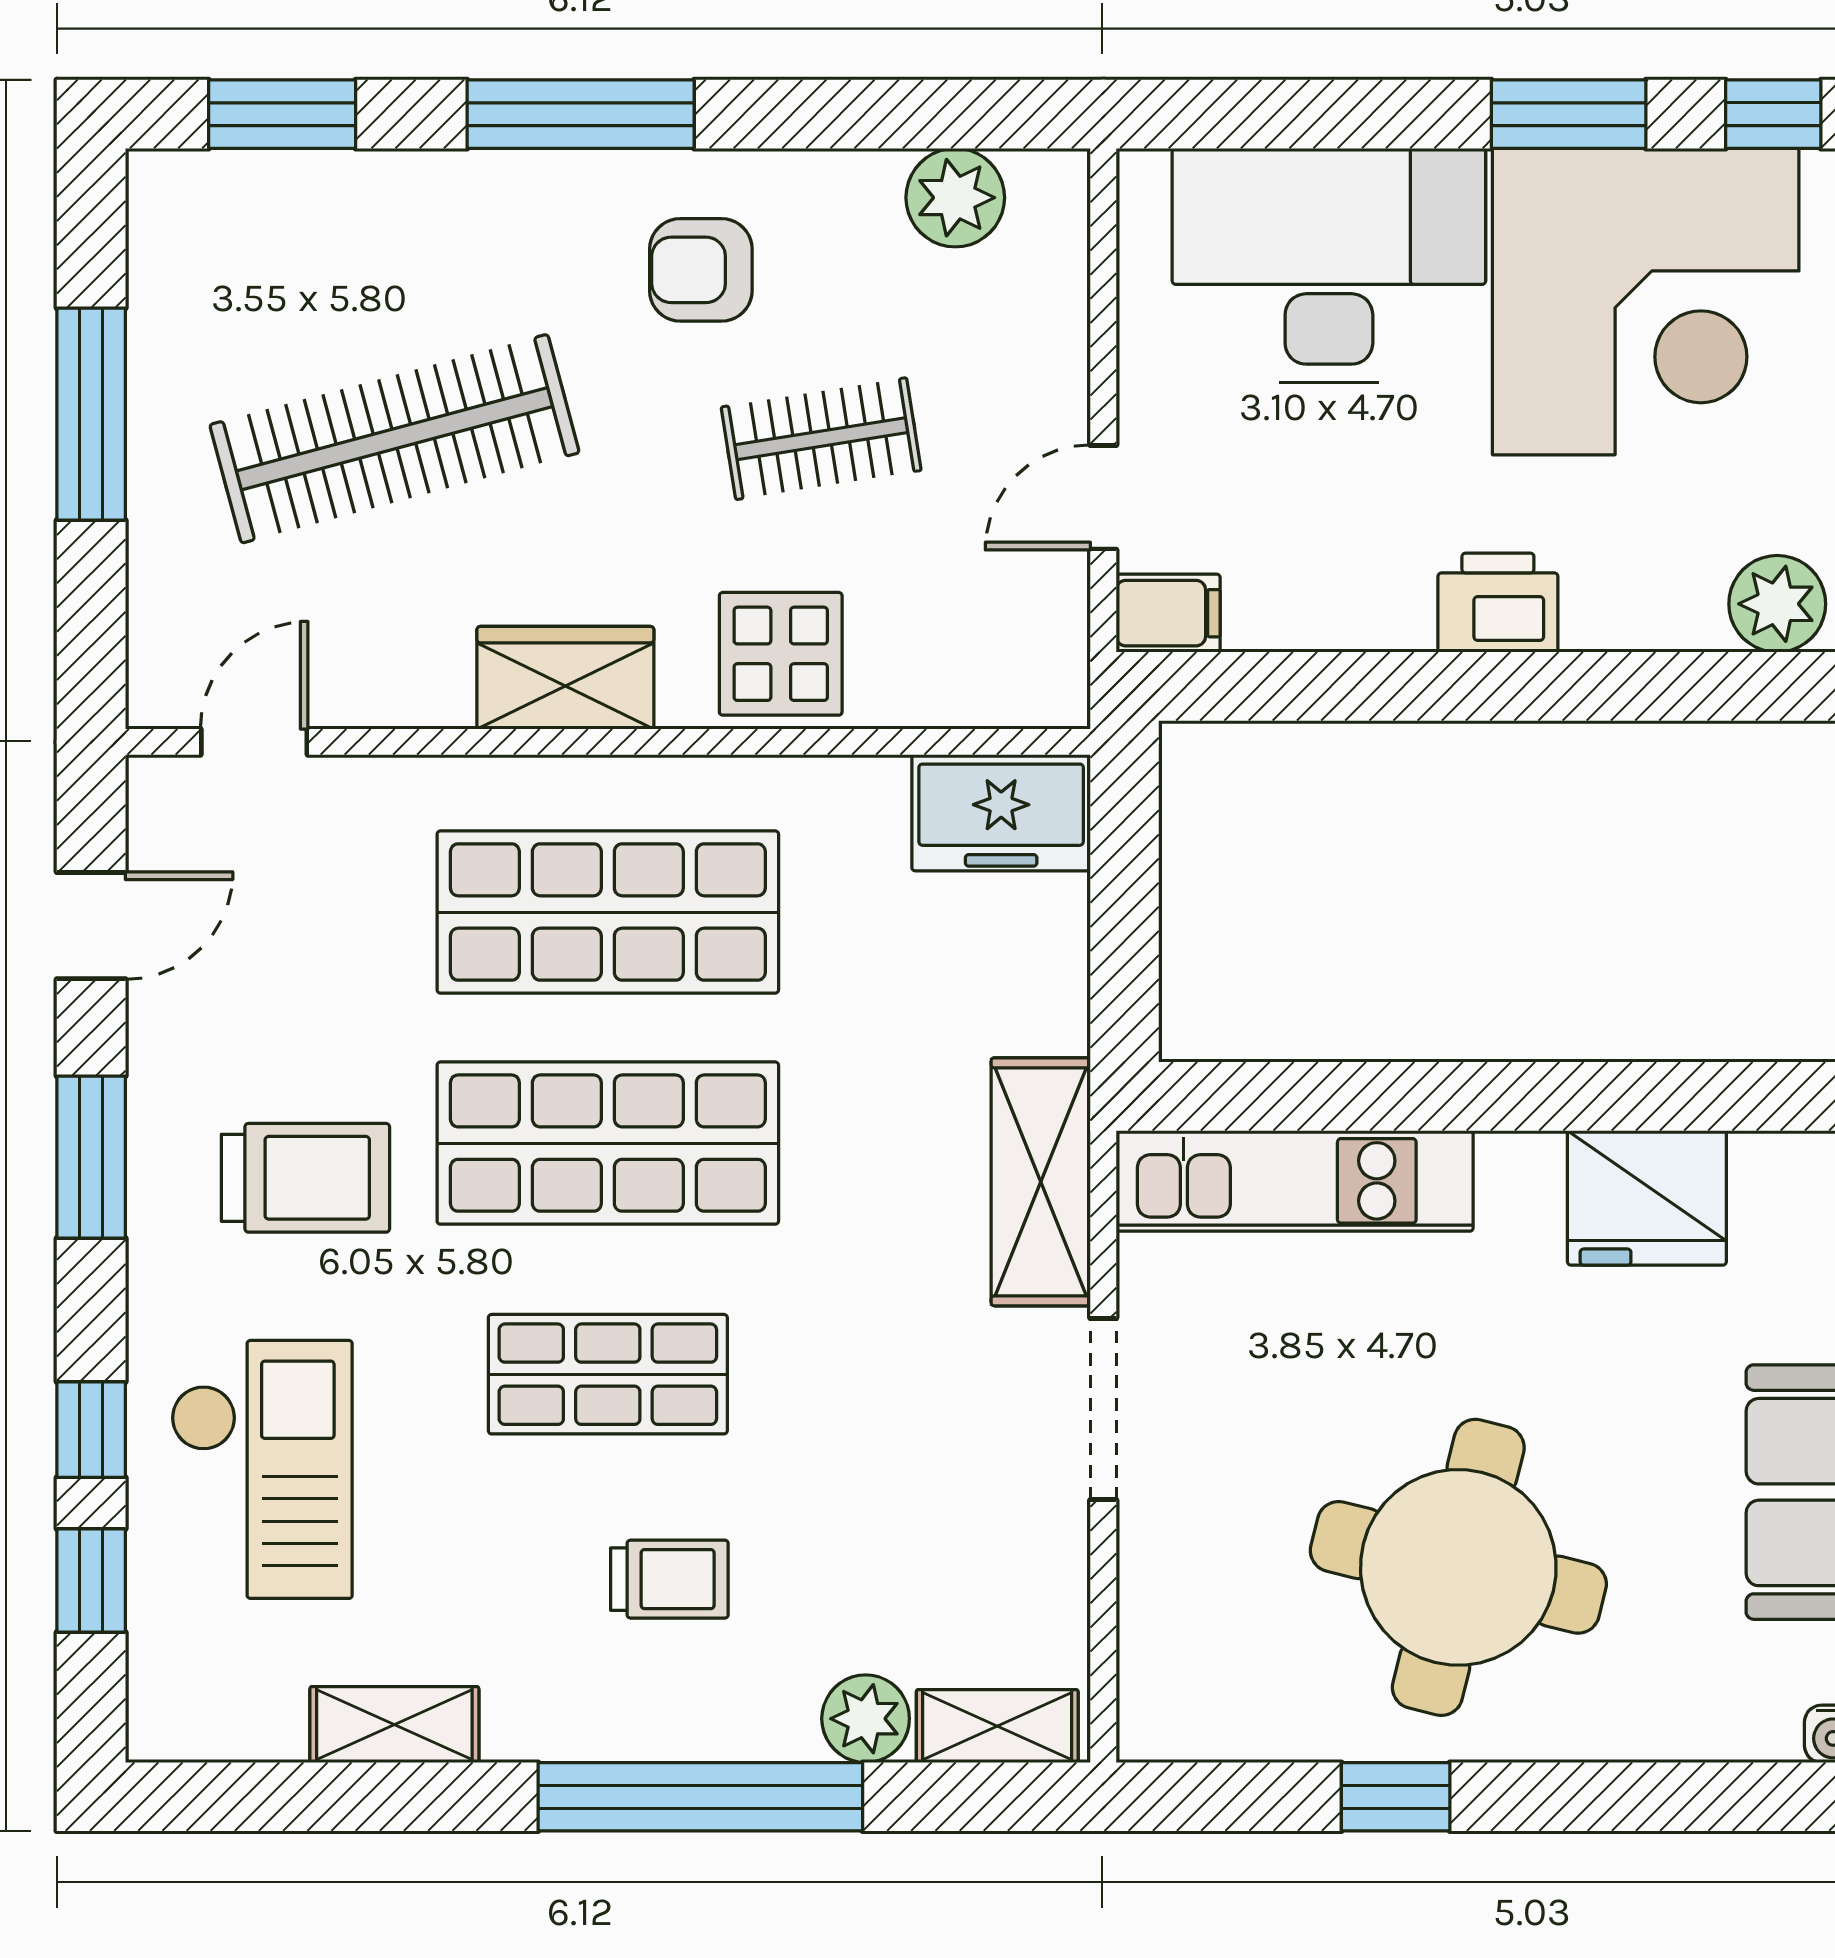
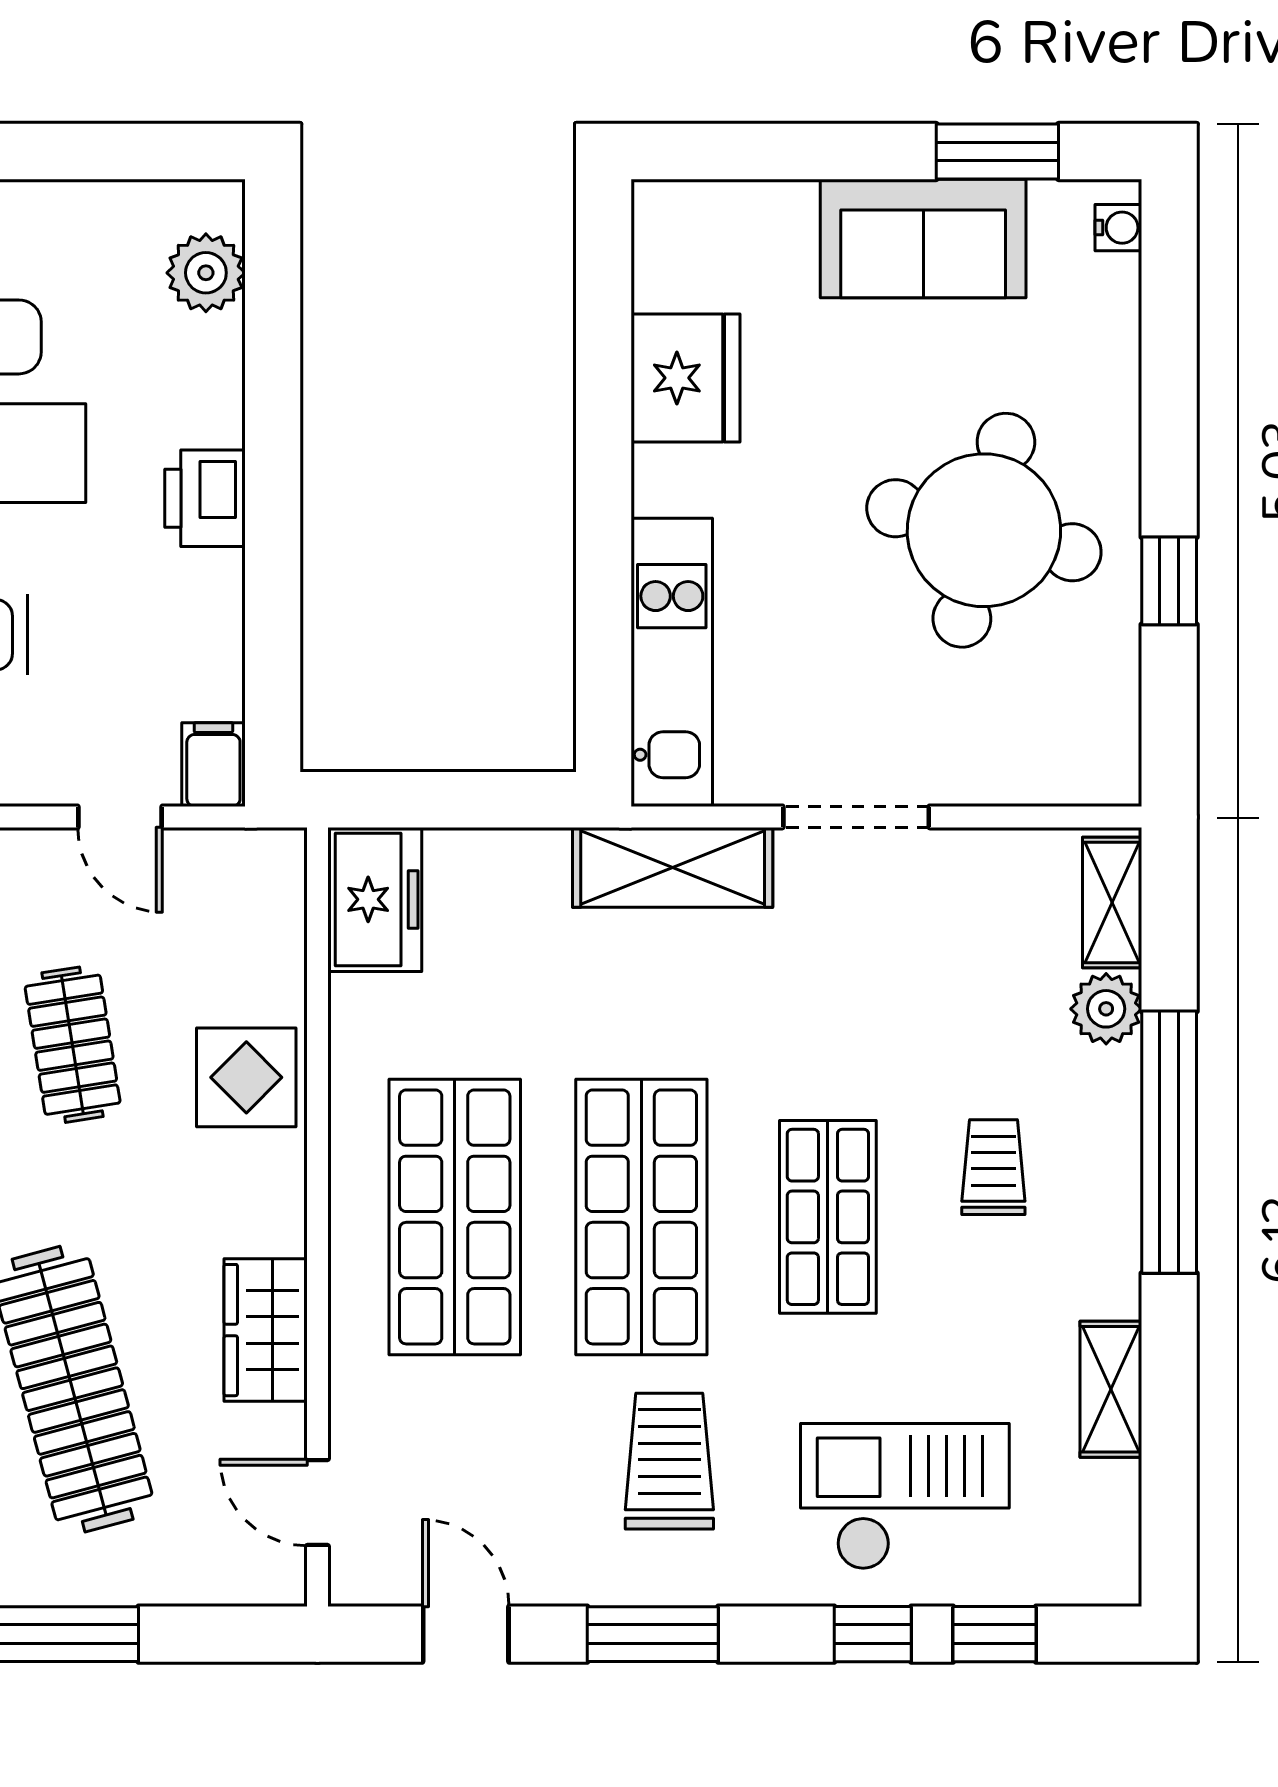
wardrobe: (565, 678) -> (266, 1330), moved

